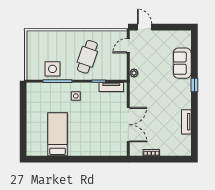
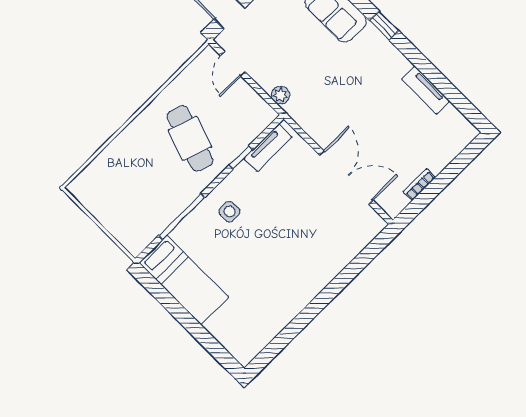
side table: (52, 69) -> (157, 206), removed
bed: (58, 134) -> (184, 280), moved, turned 180

